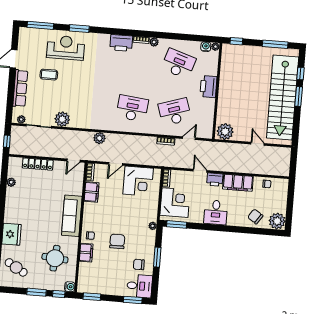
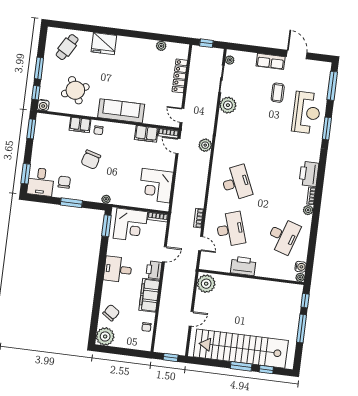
window: (275, 44) -> (302, 329), moved
printer: (208, 87) -> (243, 266), moved
row of seats: (20, 88) -> (271, 61), width x0.68
desk: (132, 108) -> (236, 183), turned -30
window: (293, 161) -> (171, 357), added
door: (116, 164) -> (178, 146), moved
chair: (117, 241) -> (91, 160), turned 106
round table: (55, 258) -> (75, 90), turned -30

